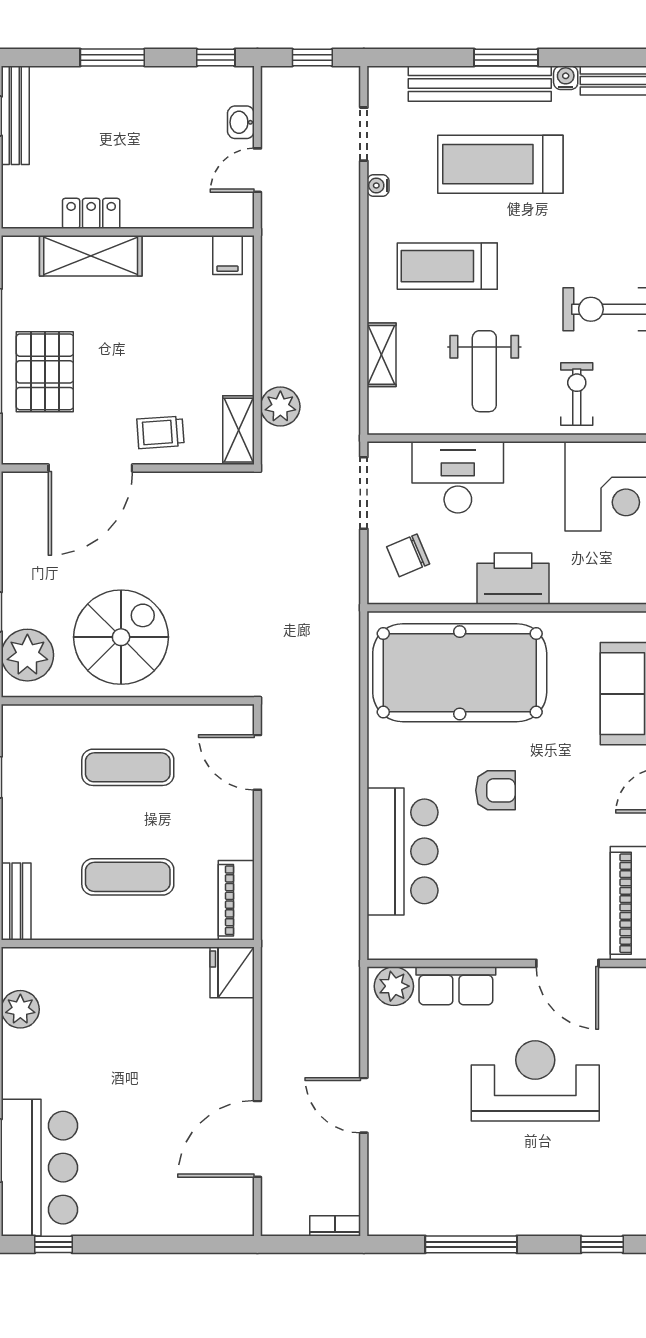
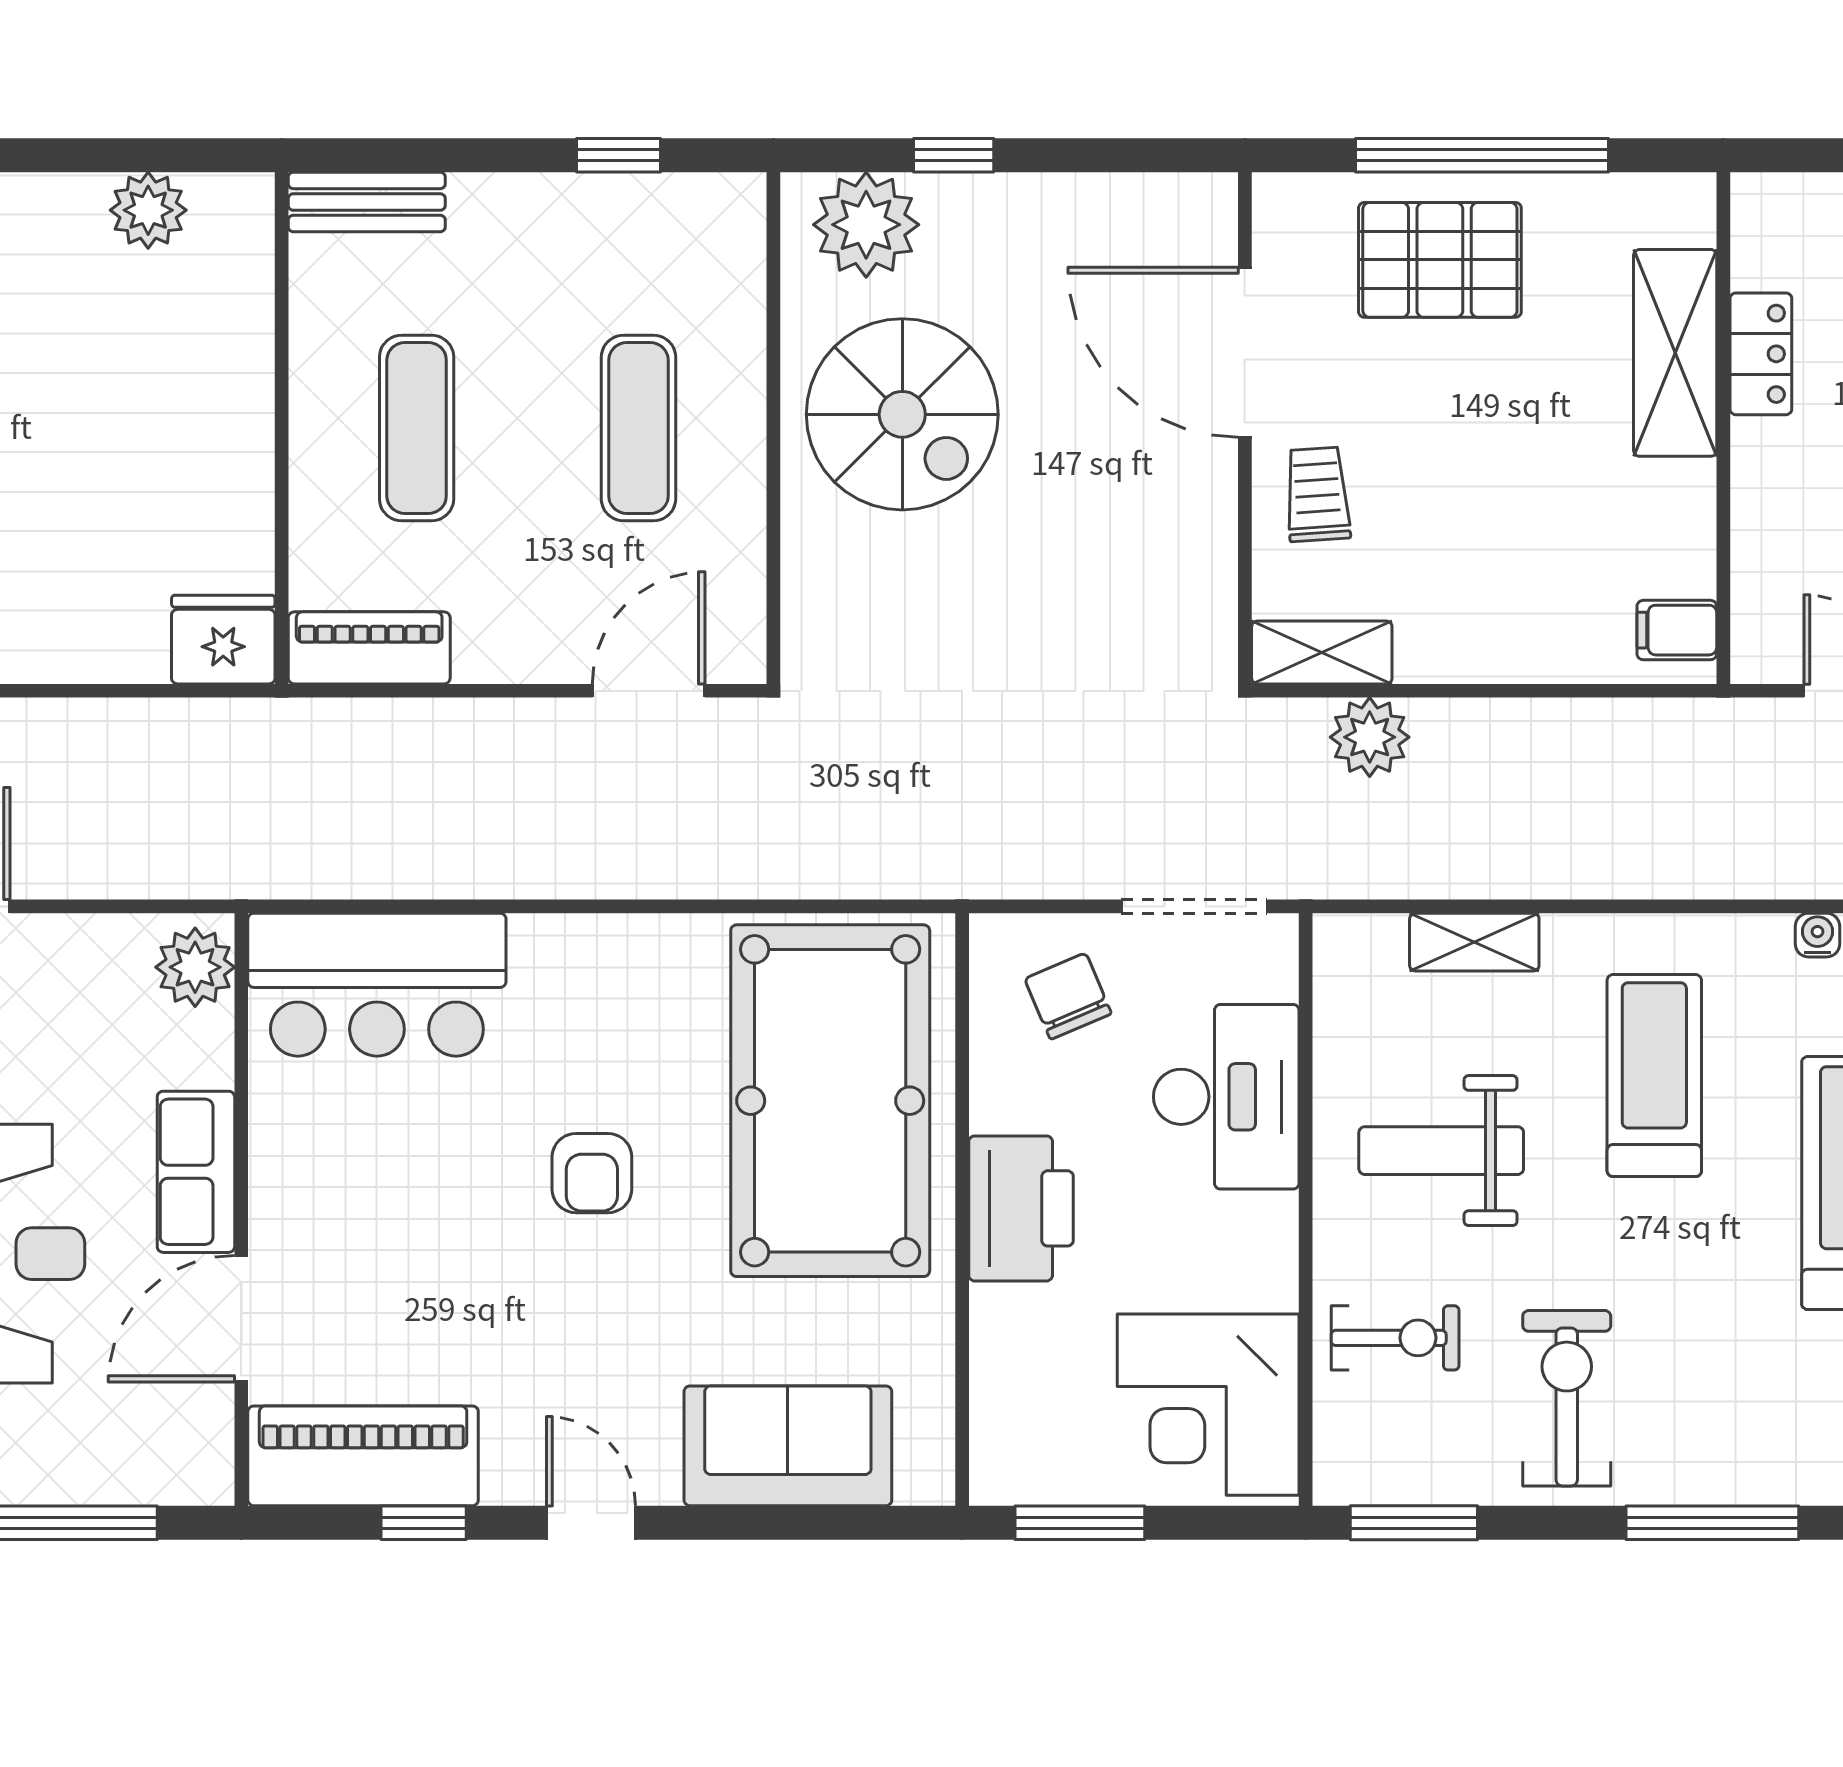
bar counter: (402, 851) -> (377, 985), moved
row of seats: (456, 986) -> (196, 1172), moved

